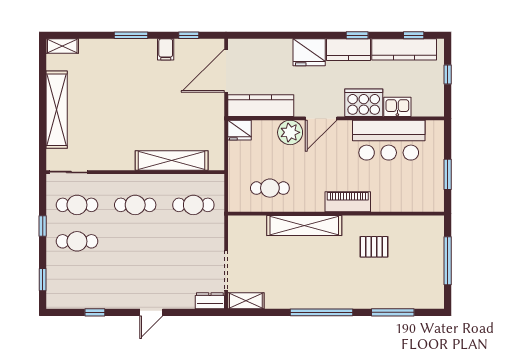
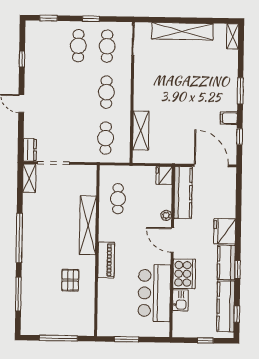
plant: (290, 132) -> (166, 215), width x0.53, depth x0.53
shelving: (172, 160) -> (141, 131), width x0.68

